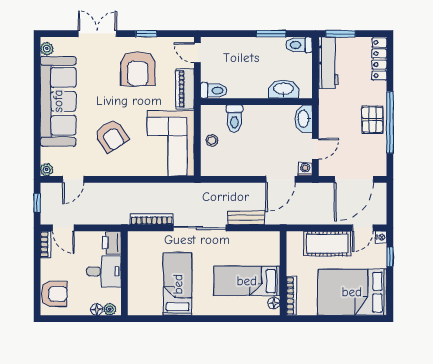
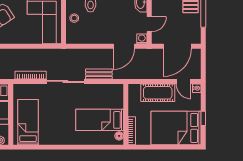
door: (363, 228) -> (184, 81), hinge flipped
window: (390, 257) -> (203, 118), moved
bed: (178, 284) -> (28, 122), moved

